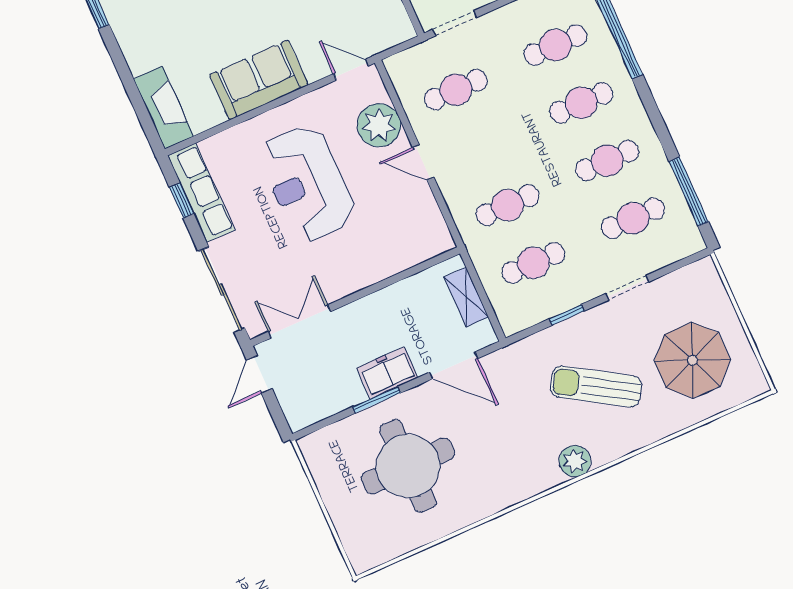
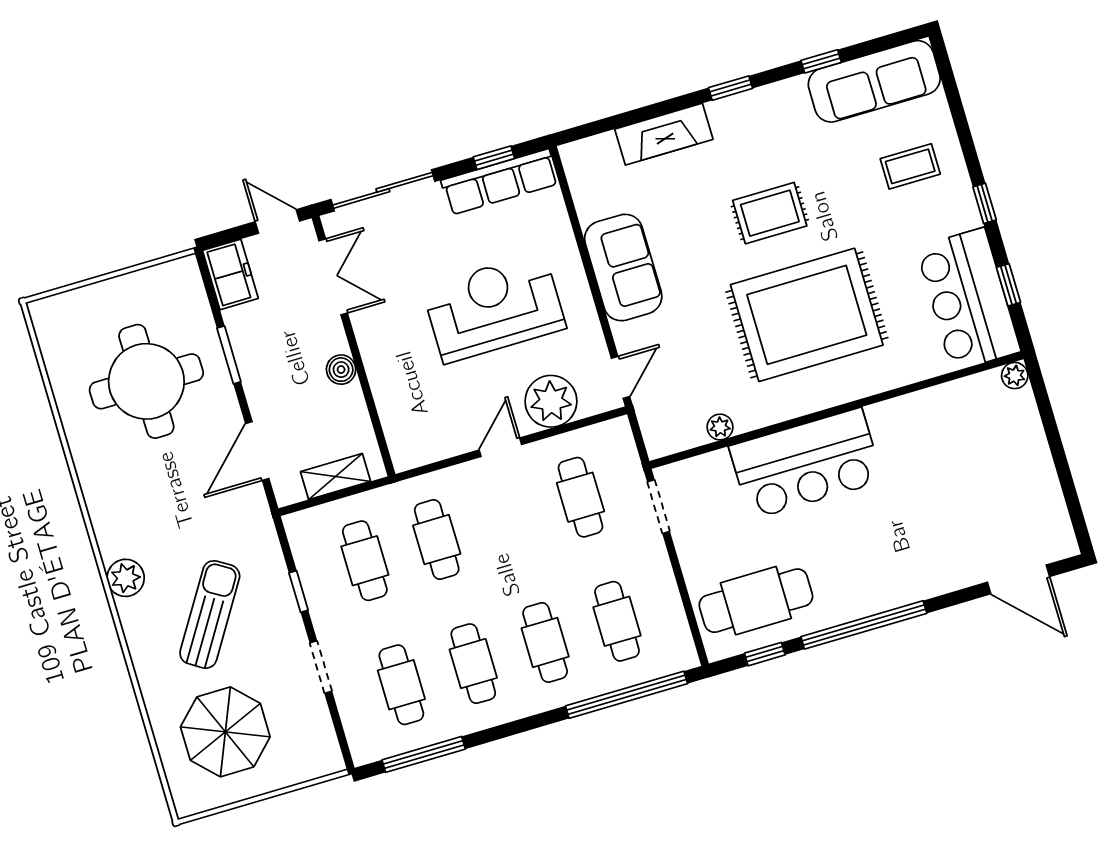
fireplace: (164, 108) -> (664, 134), moved
boiler: (376, 304) -> (341, 370), added
freezer: (387, 373) -> (230, 274), moved

